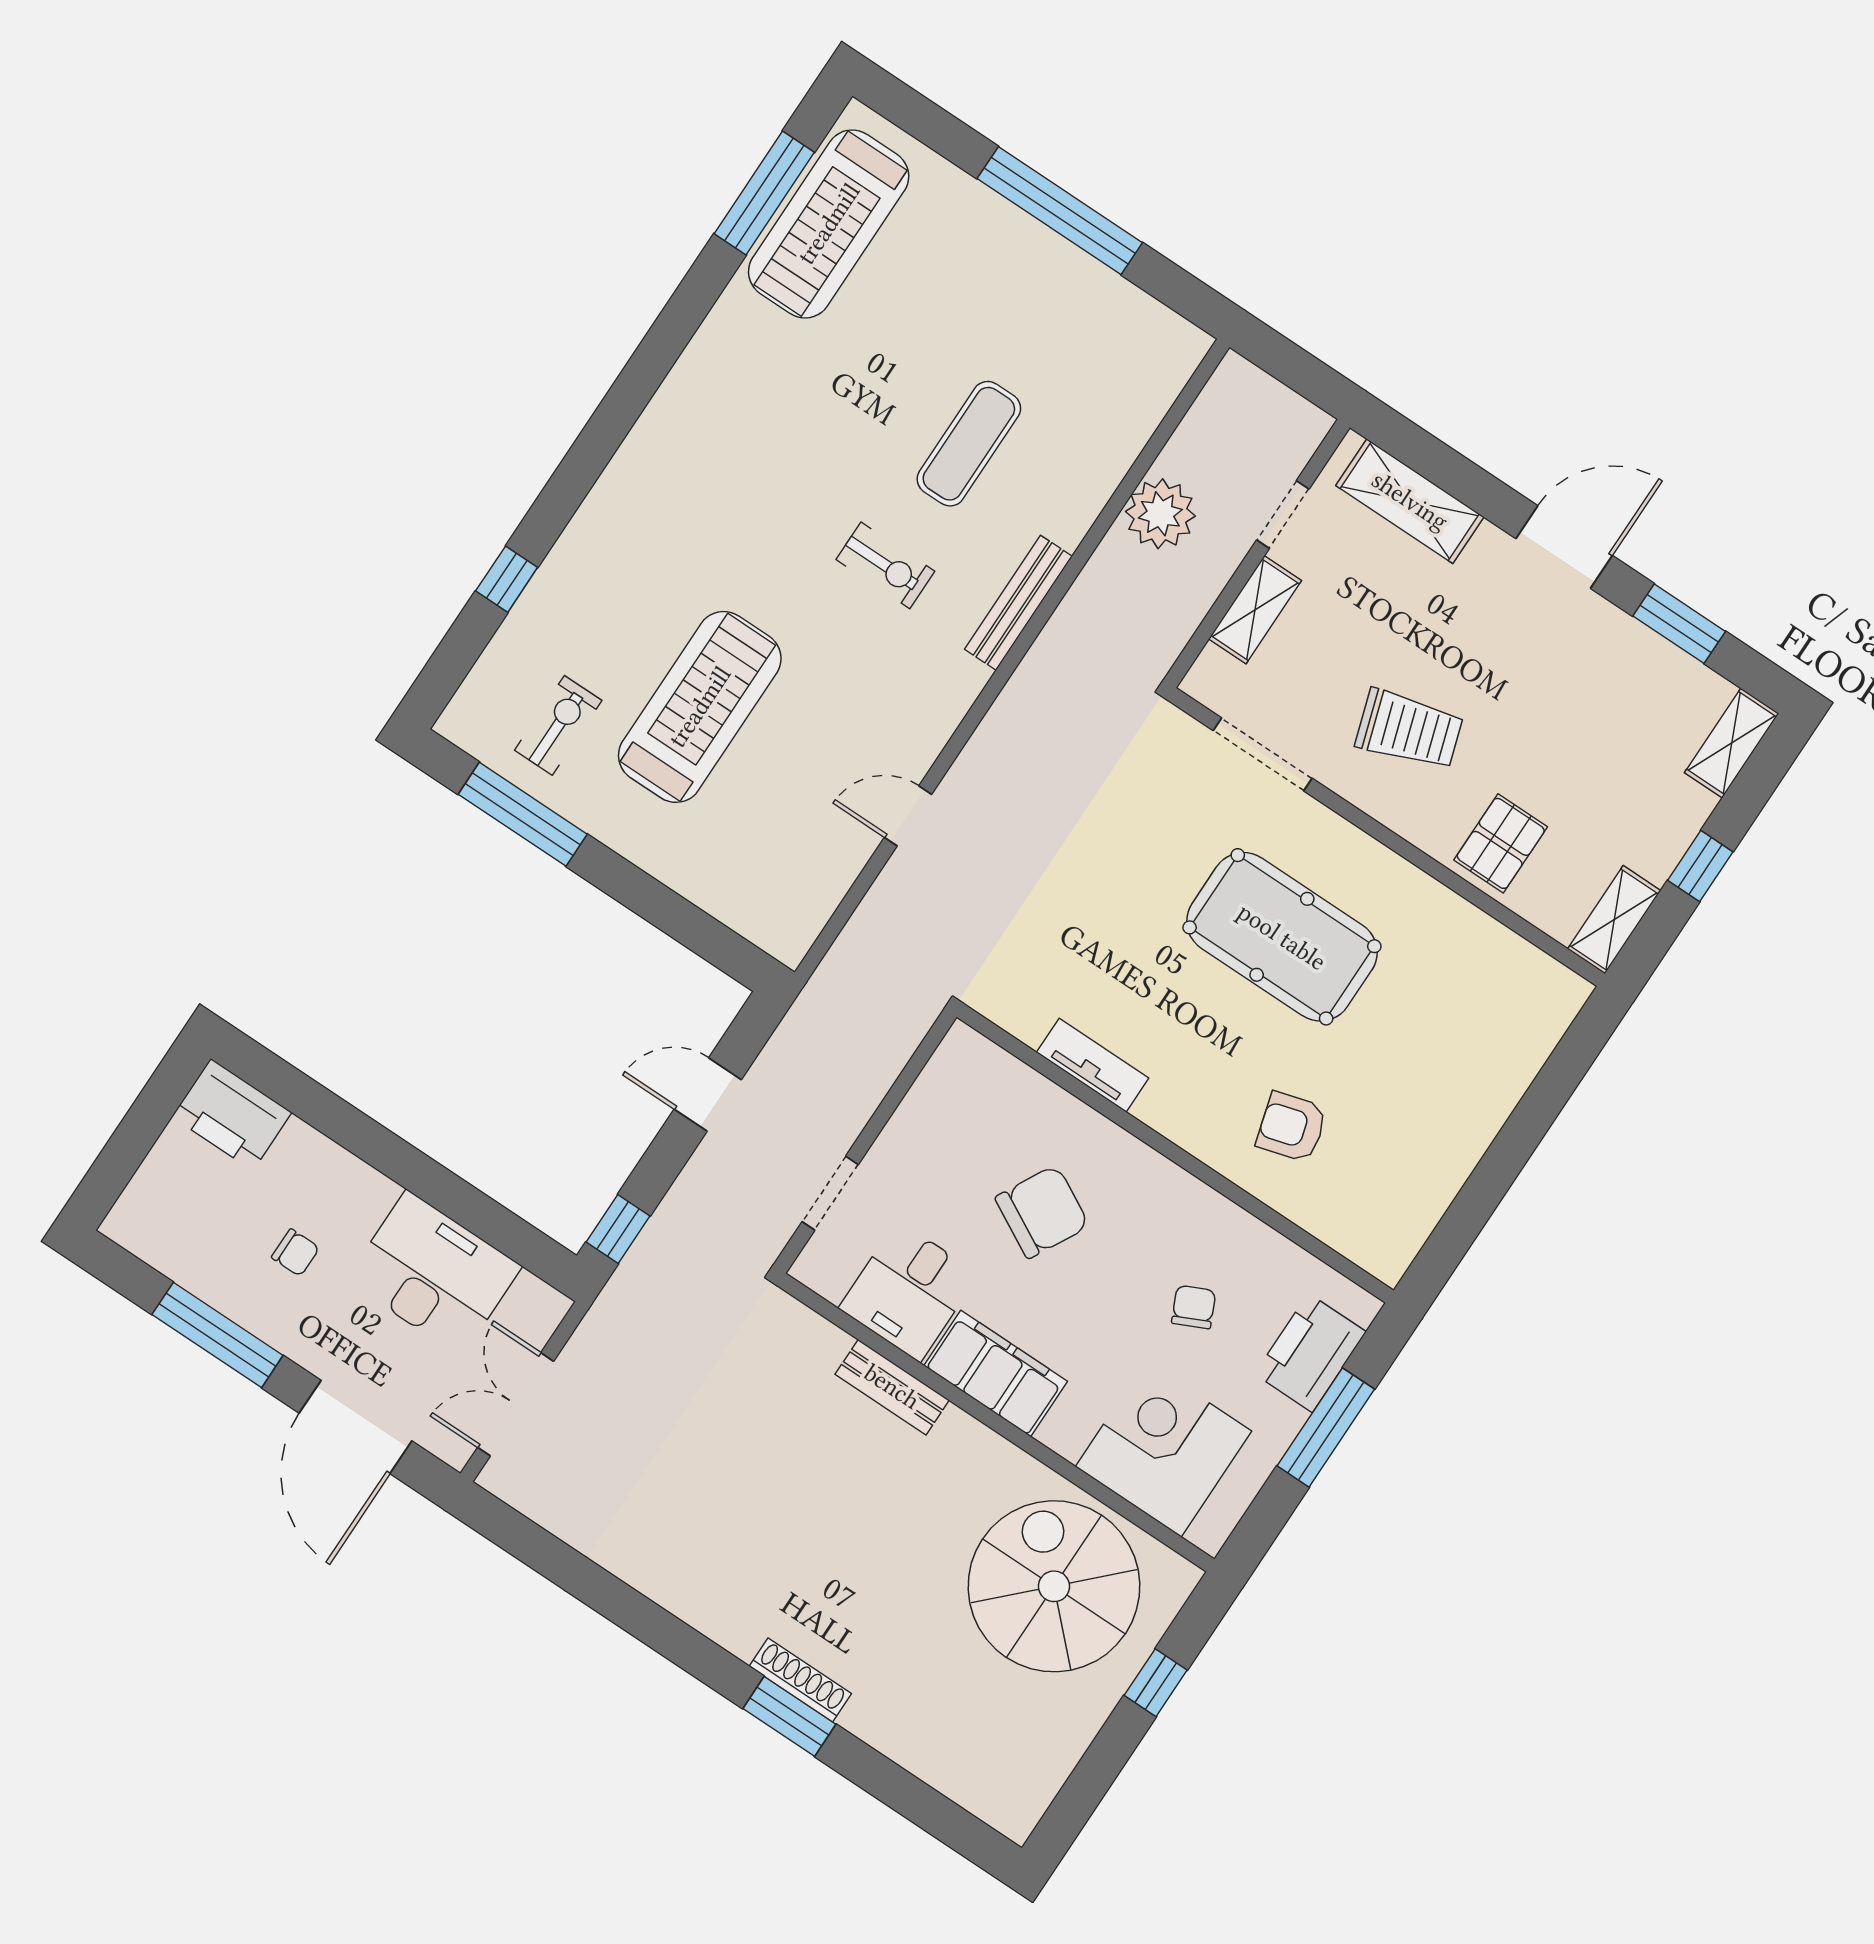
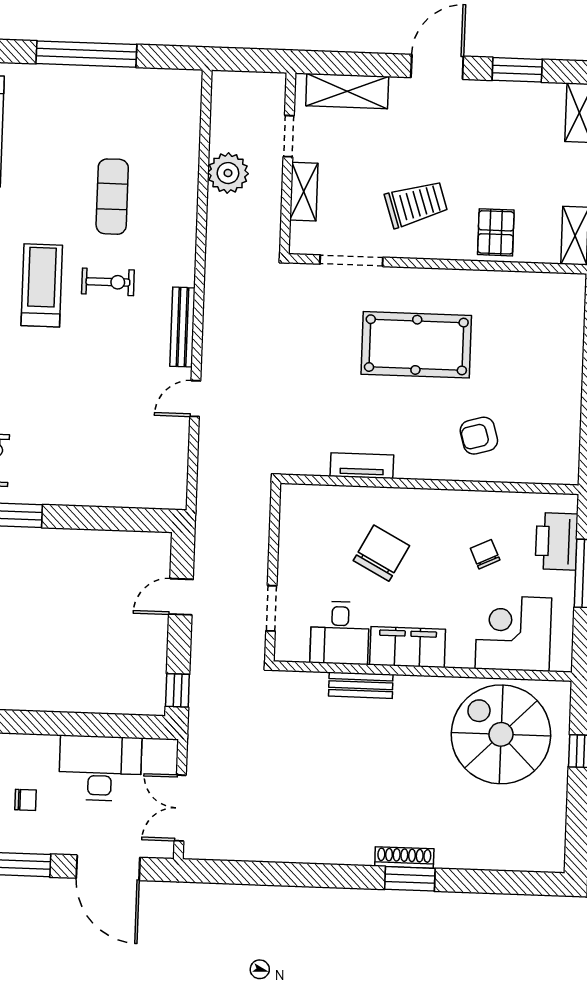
bench: (1018, 603) -> (182, 327), moved
treadmill: (700, 707) -> (42, 285), moved, width x0.73, depth x0.73

